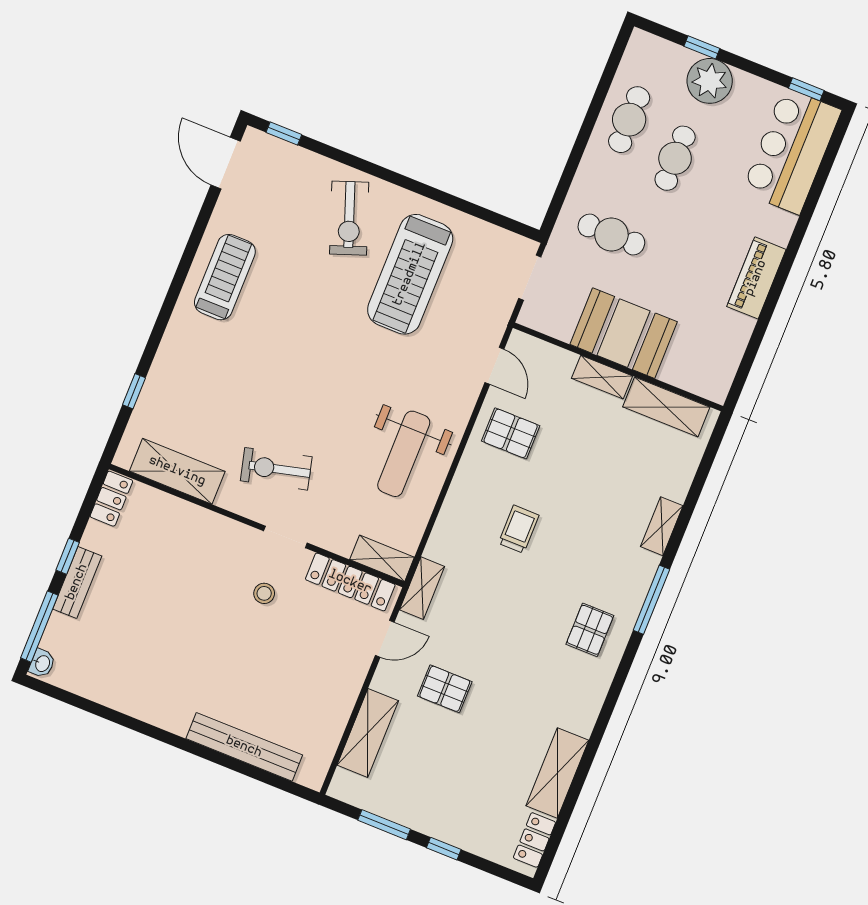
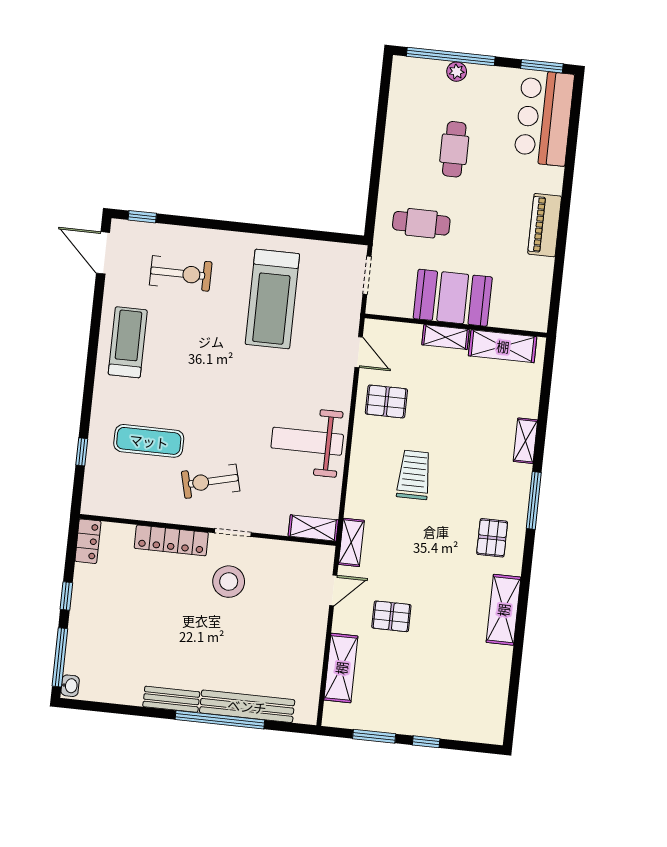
window: (702, 47) -> (451, 56), width x3.17
plant: (710, 81) -> (457, 72), width x0.53, depth x0.53
window: (806, 89) -> (542, 66), width x1.50
cafe table: (629, 120) -> (410, 129), removed
exercise bike: (349, 218) -> (181, 273), moved, turned -70
exercise mat: (217, 401) -> (149, 441), added
weight bench: (404, 454) -> (307, 441), turned 90
shelving: (177, 471) -> (133, 505), removed
trolley: (519, 529) -> (414, 475), width x1.36, depth x1.39
bench: (77, 582) -> (171, 699), moved, turned 90
locker: (350, 582) -> (171, 540), moved
stool: (264, 593) -> (229, 582), width x1.89, depth x1.89
window: (208, 754) -> (220, 720), added
shelving: (557, 773) -> (503, 610), moved
locker: (534, 840) -> (495, 715), removed

